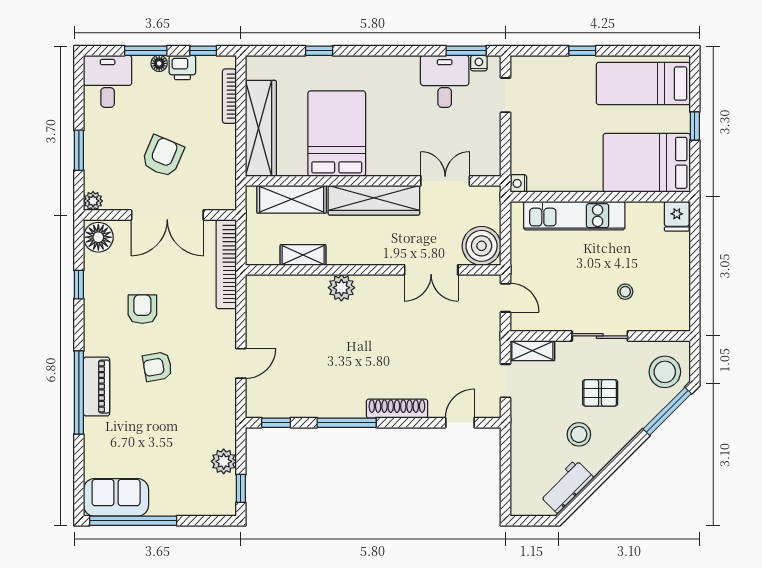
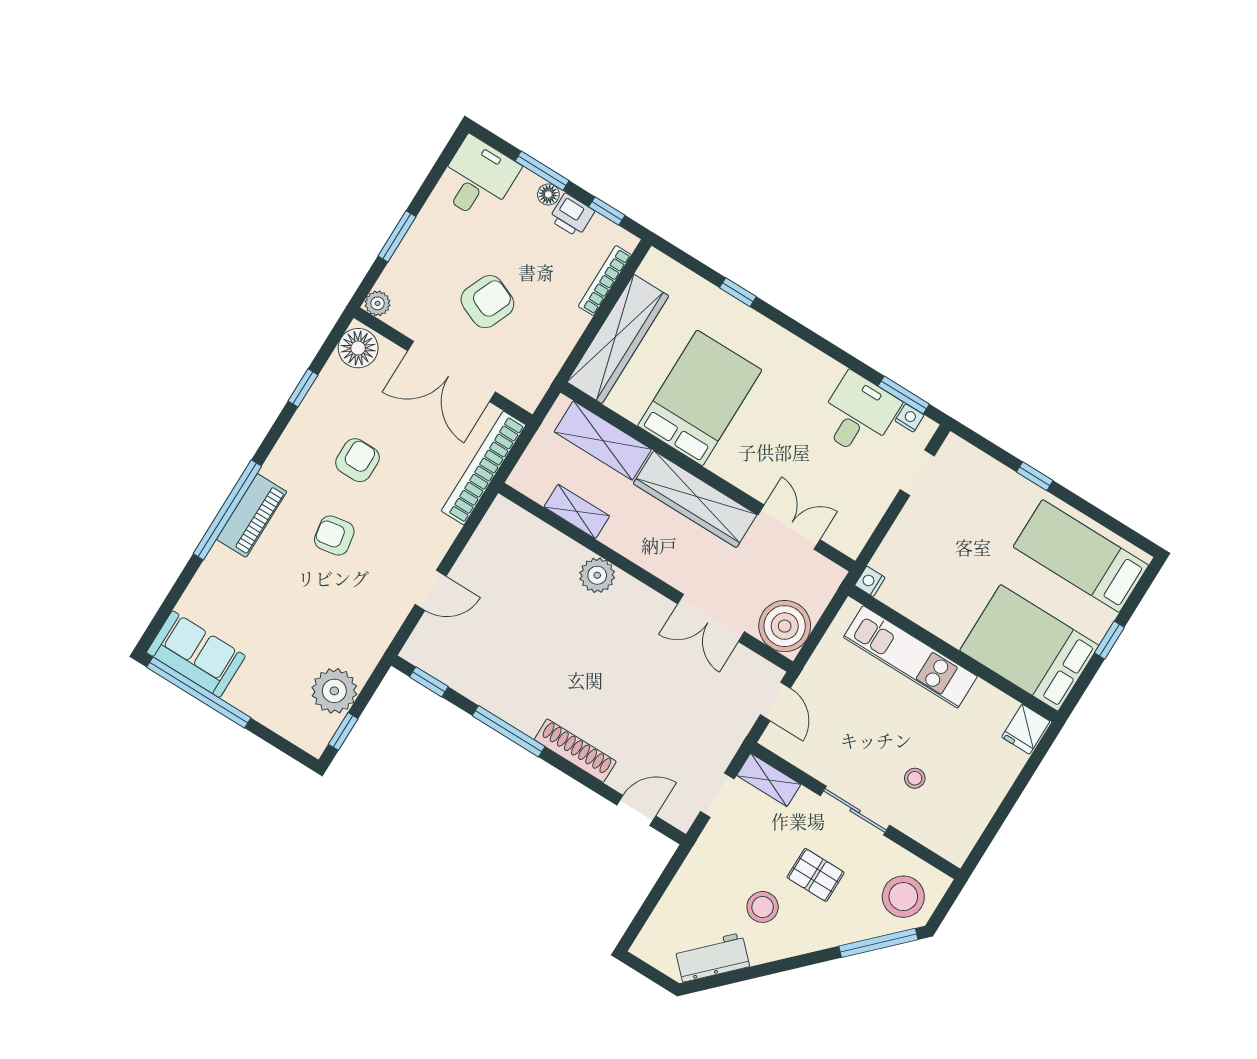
plant: (224, 461) -> (334, 691), width x1.36, depth x1.36

